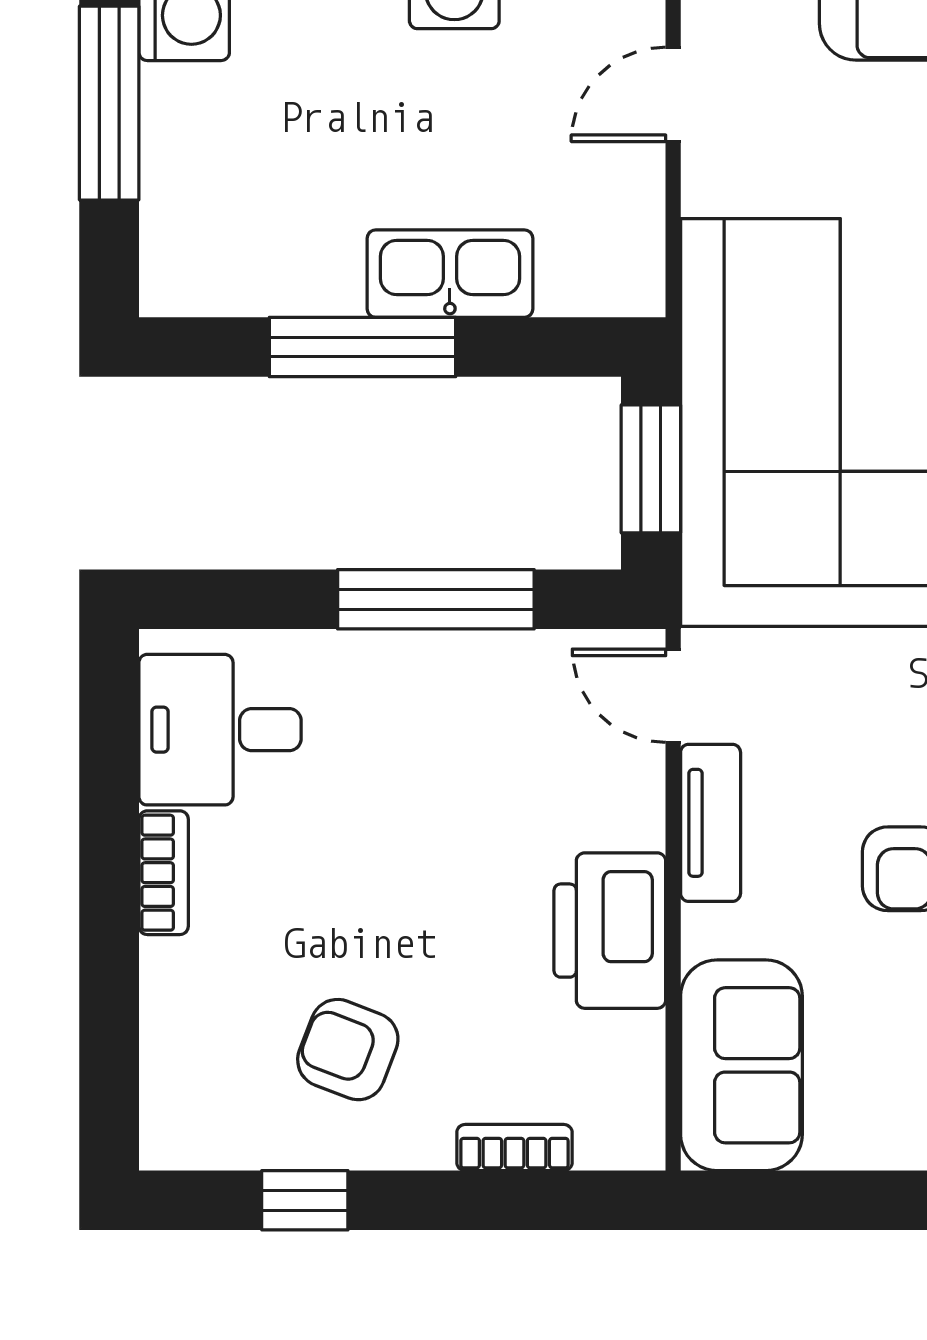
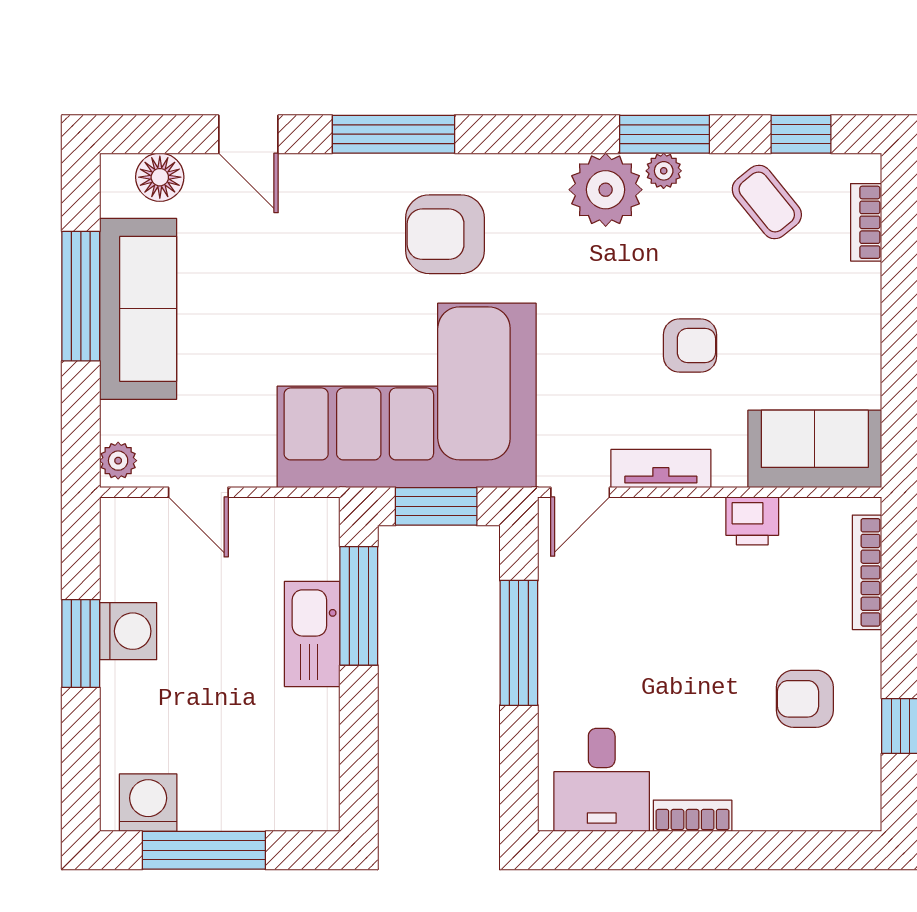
window: (363, 347) -> (359, 606), moved
printer: (610, 931) -> (752, 521), width x0.53, depth x0.68
armchair: (348, 1050) -> (805, 699), turned 69
bookcase: (514, 1147) -> (867, 572), width x1.56

